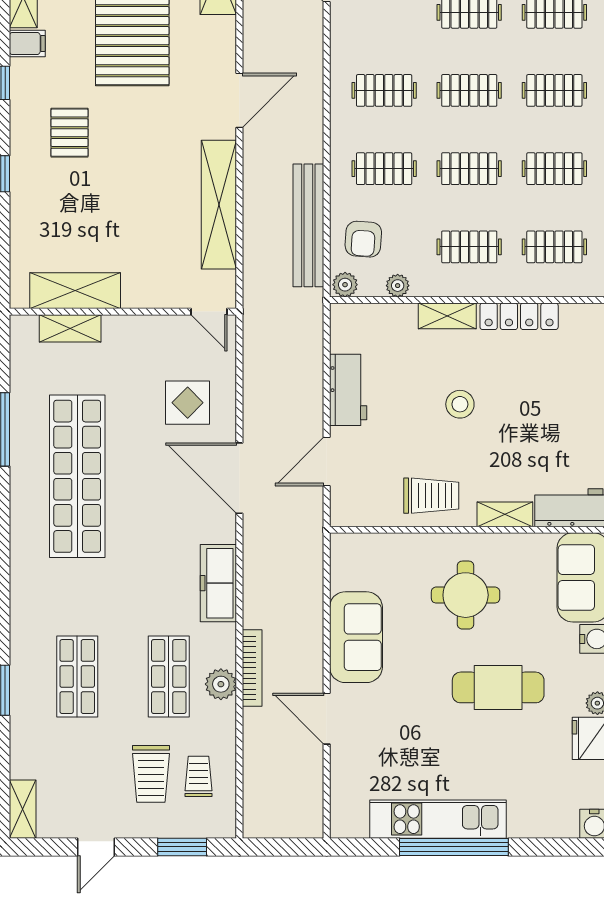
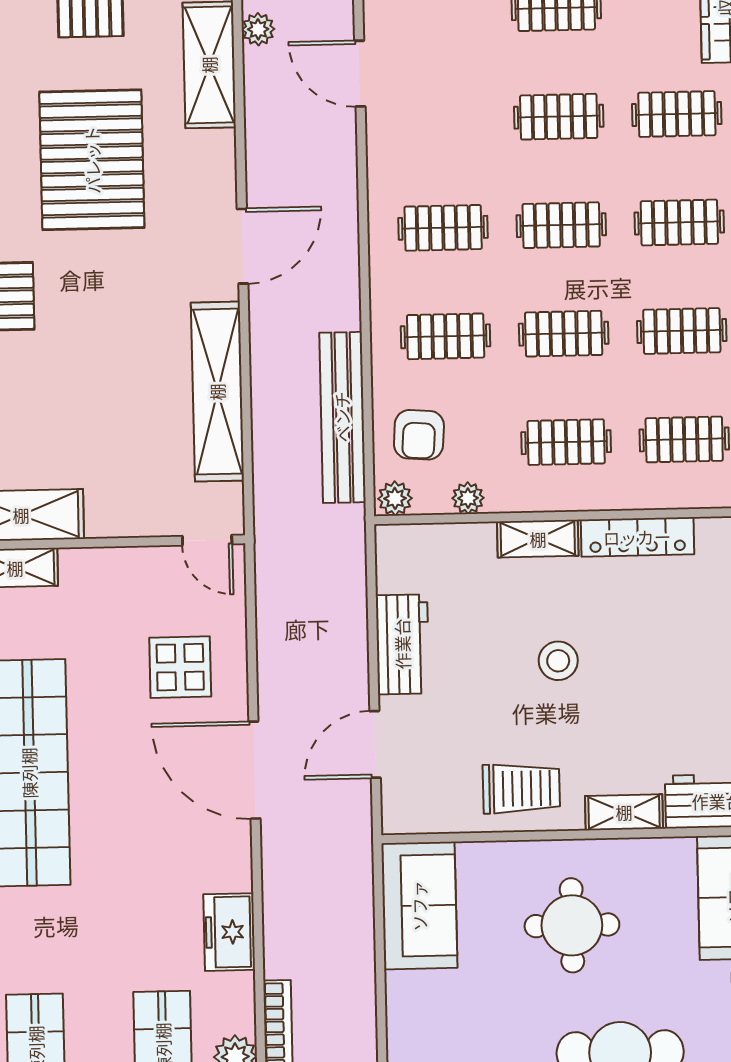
freezer: (218, 583) -> (229, 932), width x0.71
sofa: (356, 637) -> (419, 906), moved

